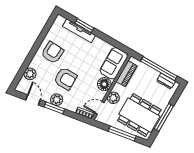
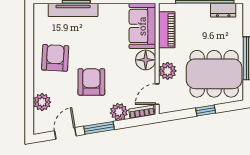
armchair: (65, 79) -> (91, 82), turned -90
door: (33, 100) -> (65, 133), hinge flipped
plant: (57, 100) -> (119, 112), moved
window: (122, 134) -> (206, 110), width x0.46

